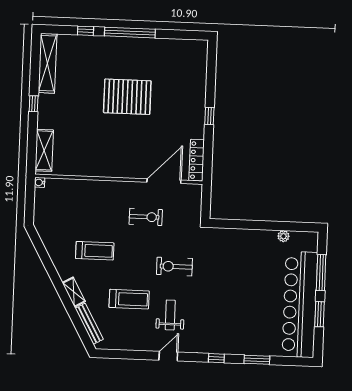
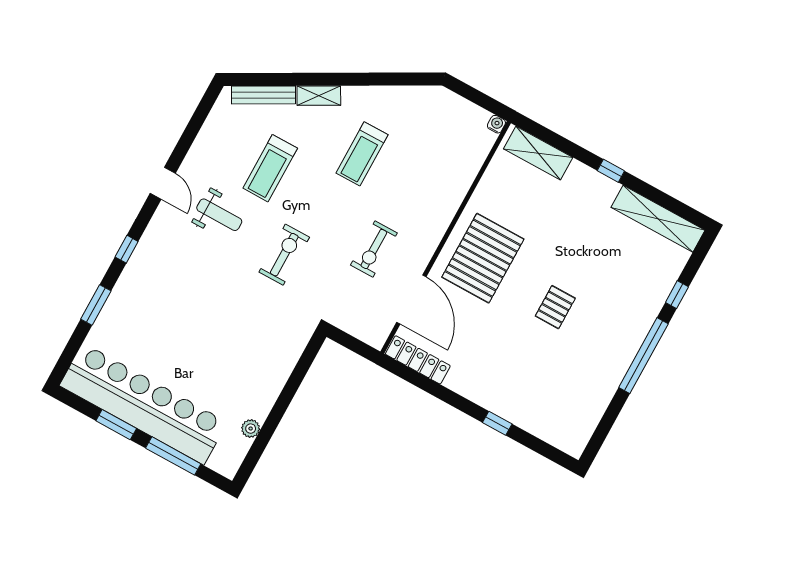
pallet: (127, 97) -> (555, 307), width x0.49, depth x0.50
window: (209, 116) -> (497, 423), moved
pallet: (120, 152) -> (483, 258), added

